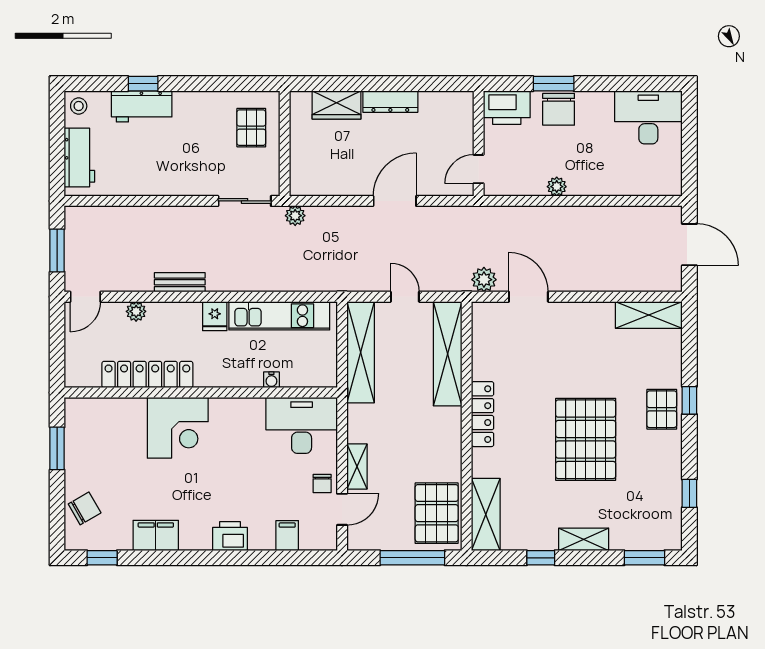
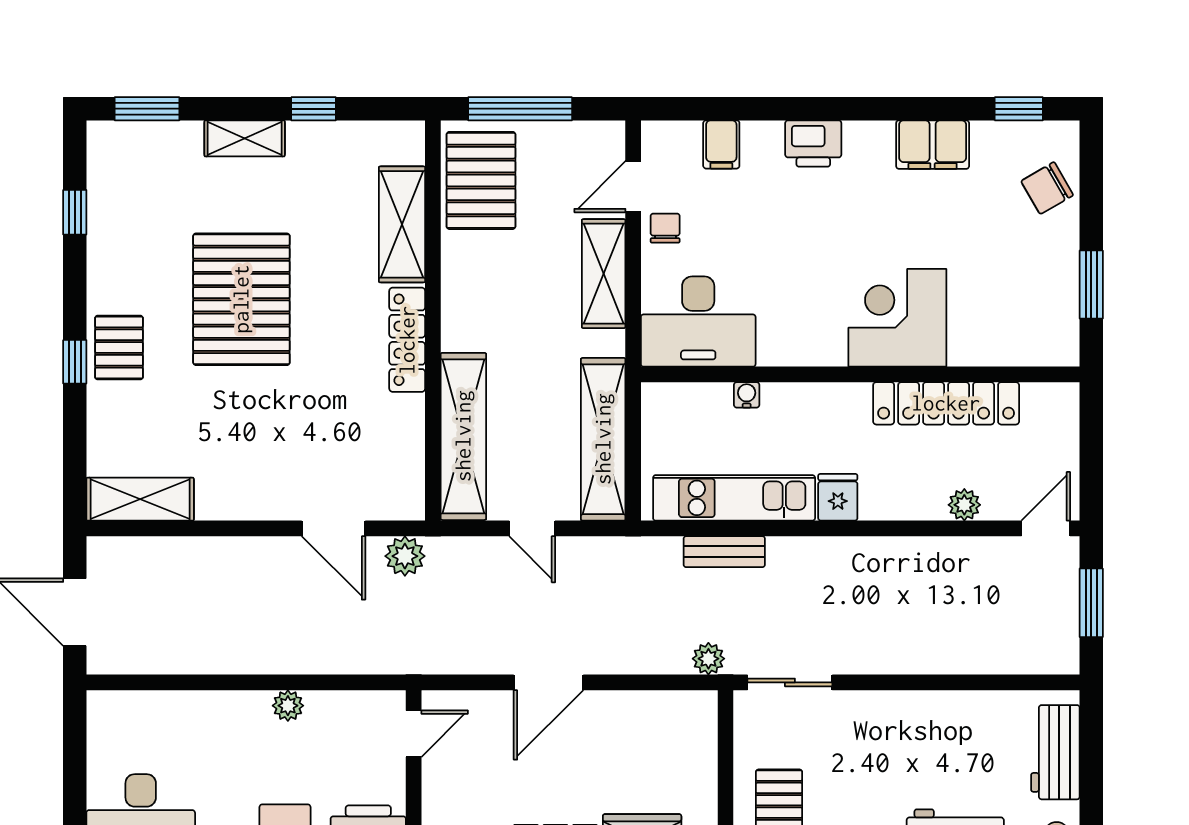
bench: (180, 282) -> (724, 552), moved
shelving: (357, 467) -> (604, 274), width x1.50, depth x1.33
shelving: (486, 515) -> (402, 224), moved

